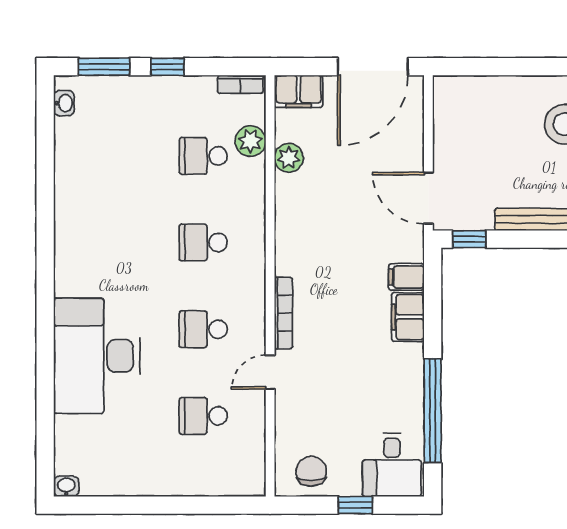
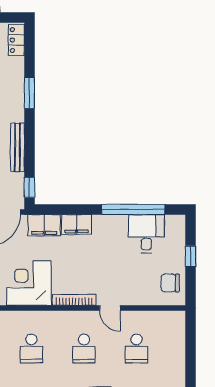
corner desk: (311, 238) -> (29, 283), added
filing cabinet: (406, 277) -> (44, 225), width x2.00
desk: (392, 465) -> (146, 234), moved, turned -90

